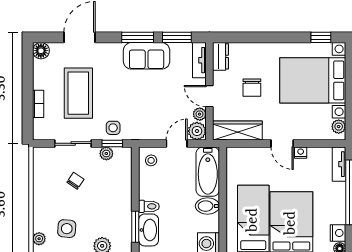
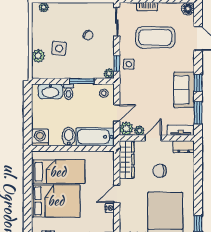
window: (138, 37) -> (198, 83), width x0.67
sliding door: (73, 143) -> (117, 22), moved
door: (177, 143) -> (117, 113), hinge flipped
plant: (106, 153) -> (109, 73), moved
window: (135, 227) -> (82, 81), moved
side table: (67, 229) -> (59, 48), moved

